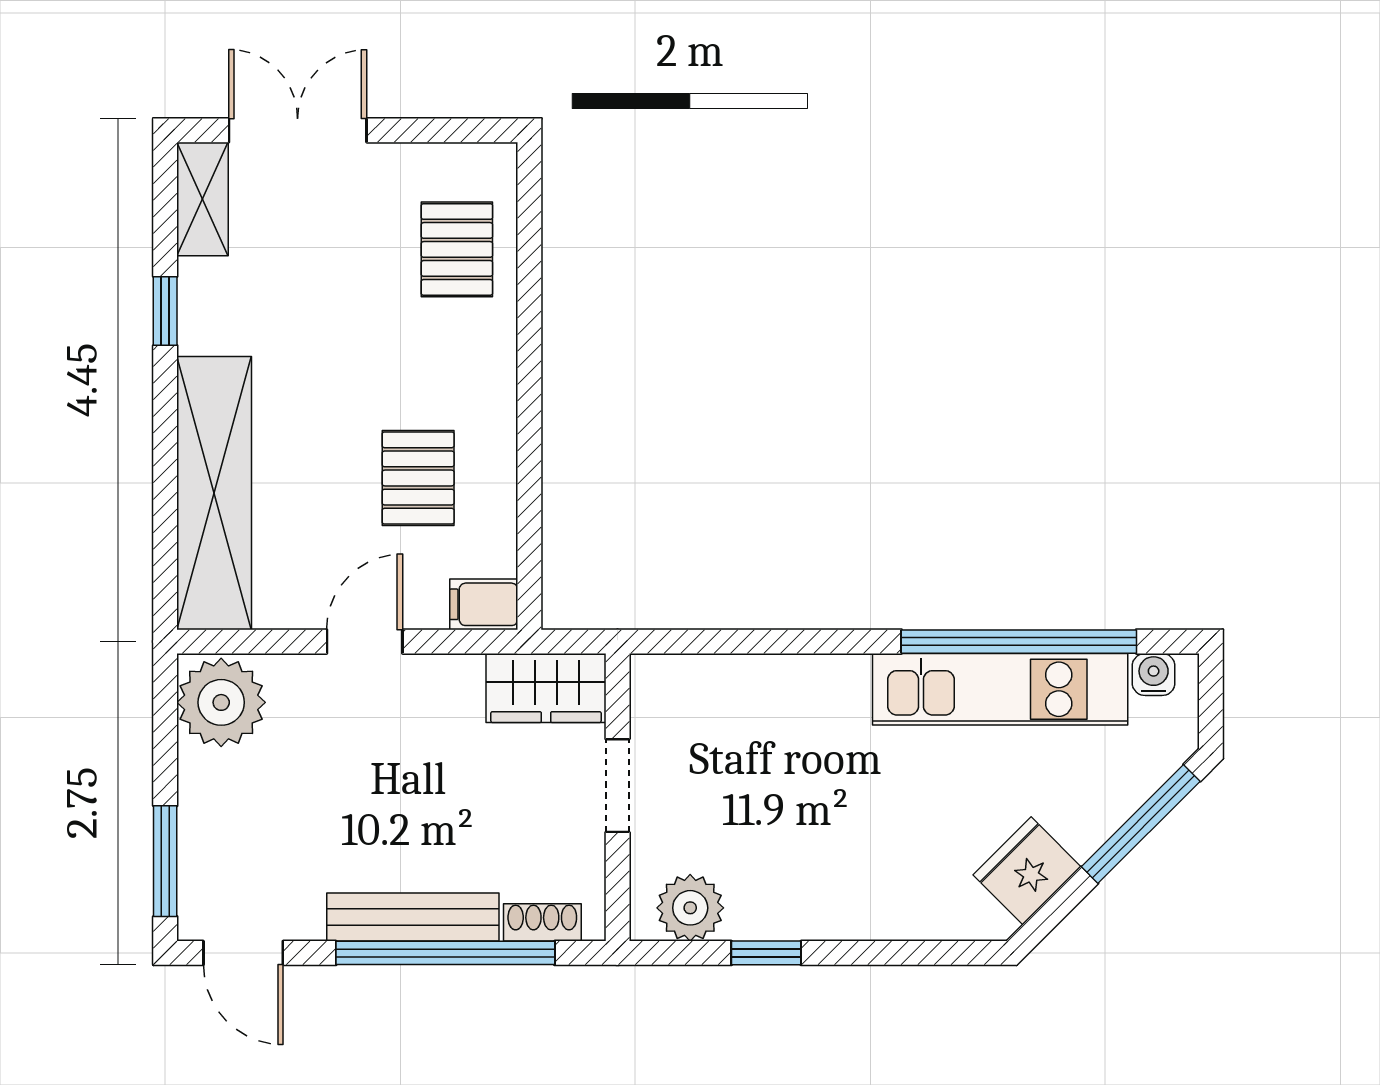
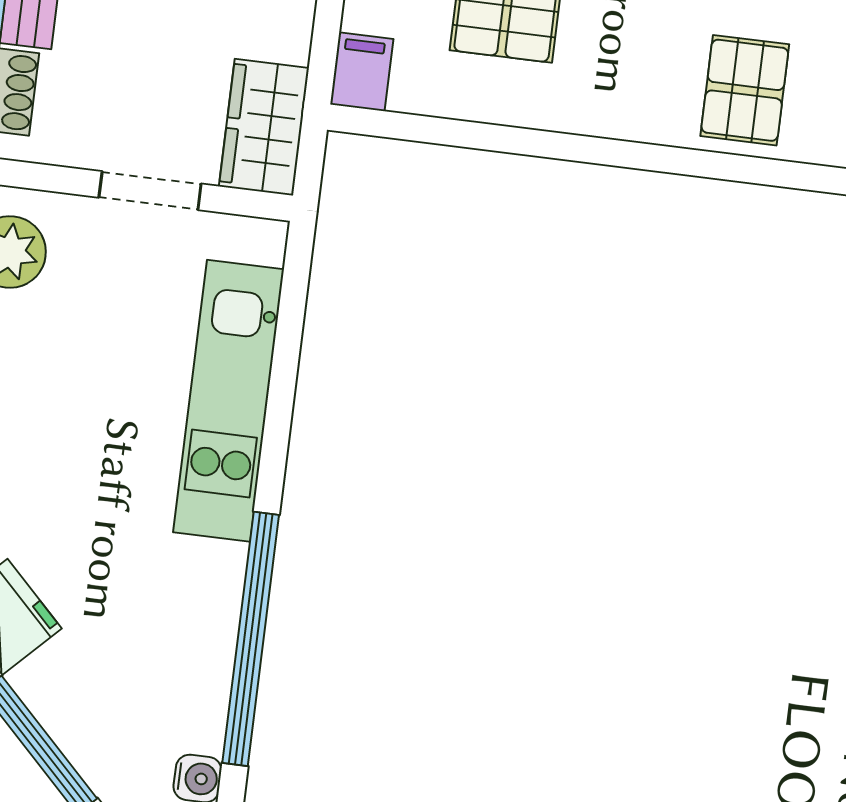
pallet: (457, 249) -> (745, 90), turned 90
kitchen unit: (1000, 689) -> (229, 401), moved

